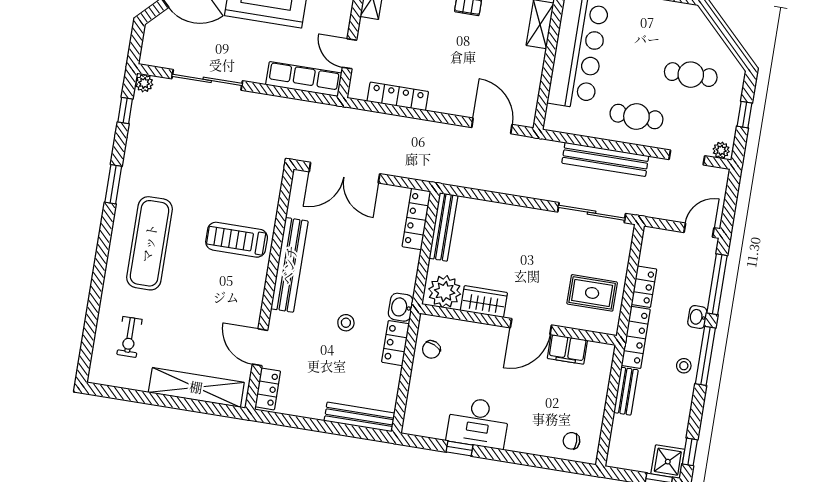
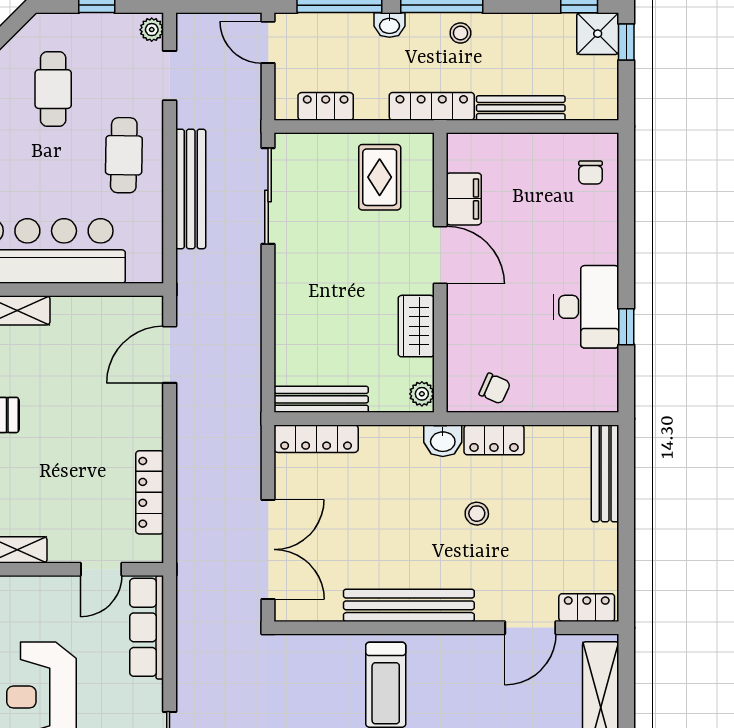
locker: (644, 287) -> (326, 106), moved
plant: (445, 292) -> (422, 394), width x0.53, depth x0.53
bench: (626, 391) -> (521, 108), width x1.36

